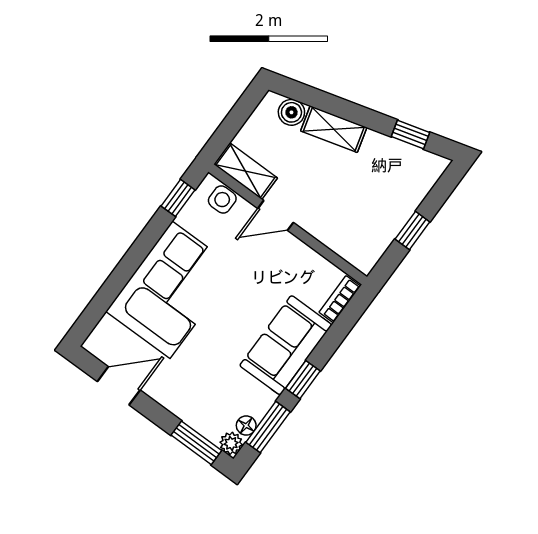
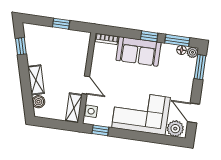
plant: (108, 337) -> (175, 129), added

